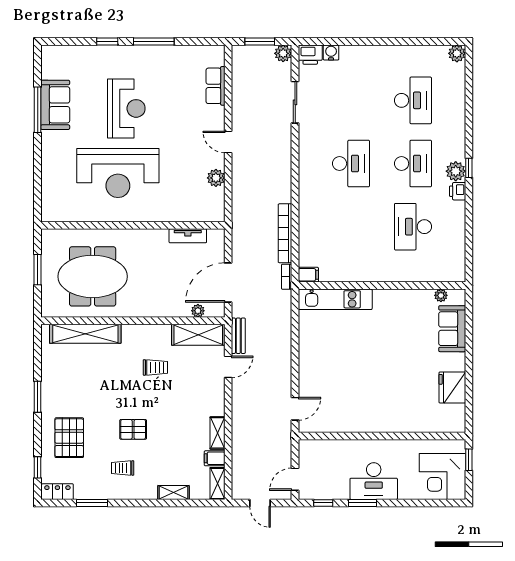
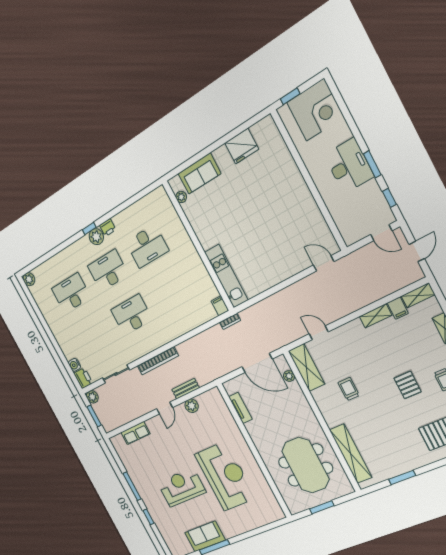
bookcase: (285, 233) -> (158, 361), moved
bench: (238, 336) -> (186, 389), moved
window: (38, 397) -> (402, 477), moved

